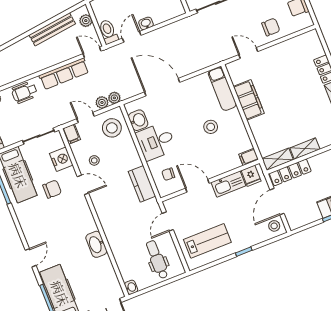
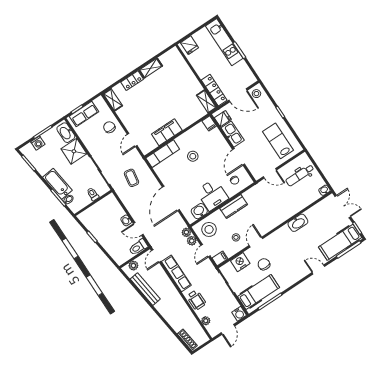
coffee table: (199, 42) -> (132, 178), added
shelving: (305, 149) -> (113, 100), moved
kitchen counter: (142, 184) -> (234, 206), moved

